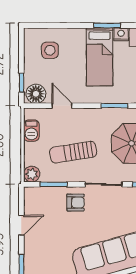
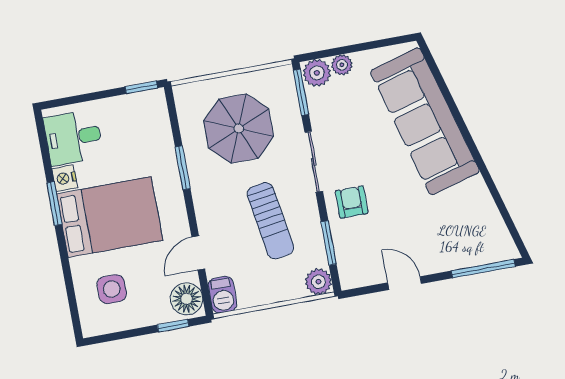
bed: (100, 57) -> (110, 217), width x1.50
barbecue: (31, 131) -> (223, 295), moved, turned 90

